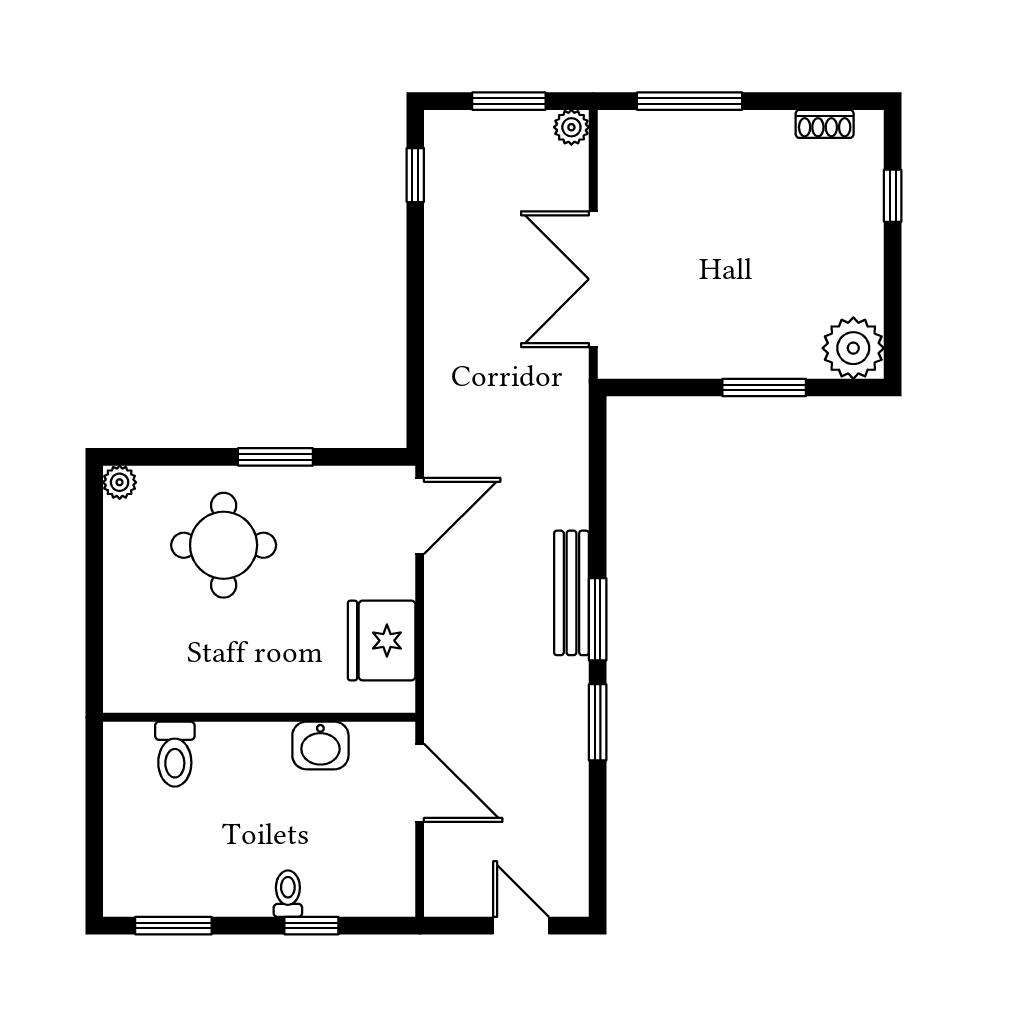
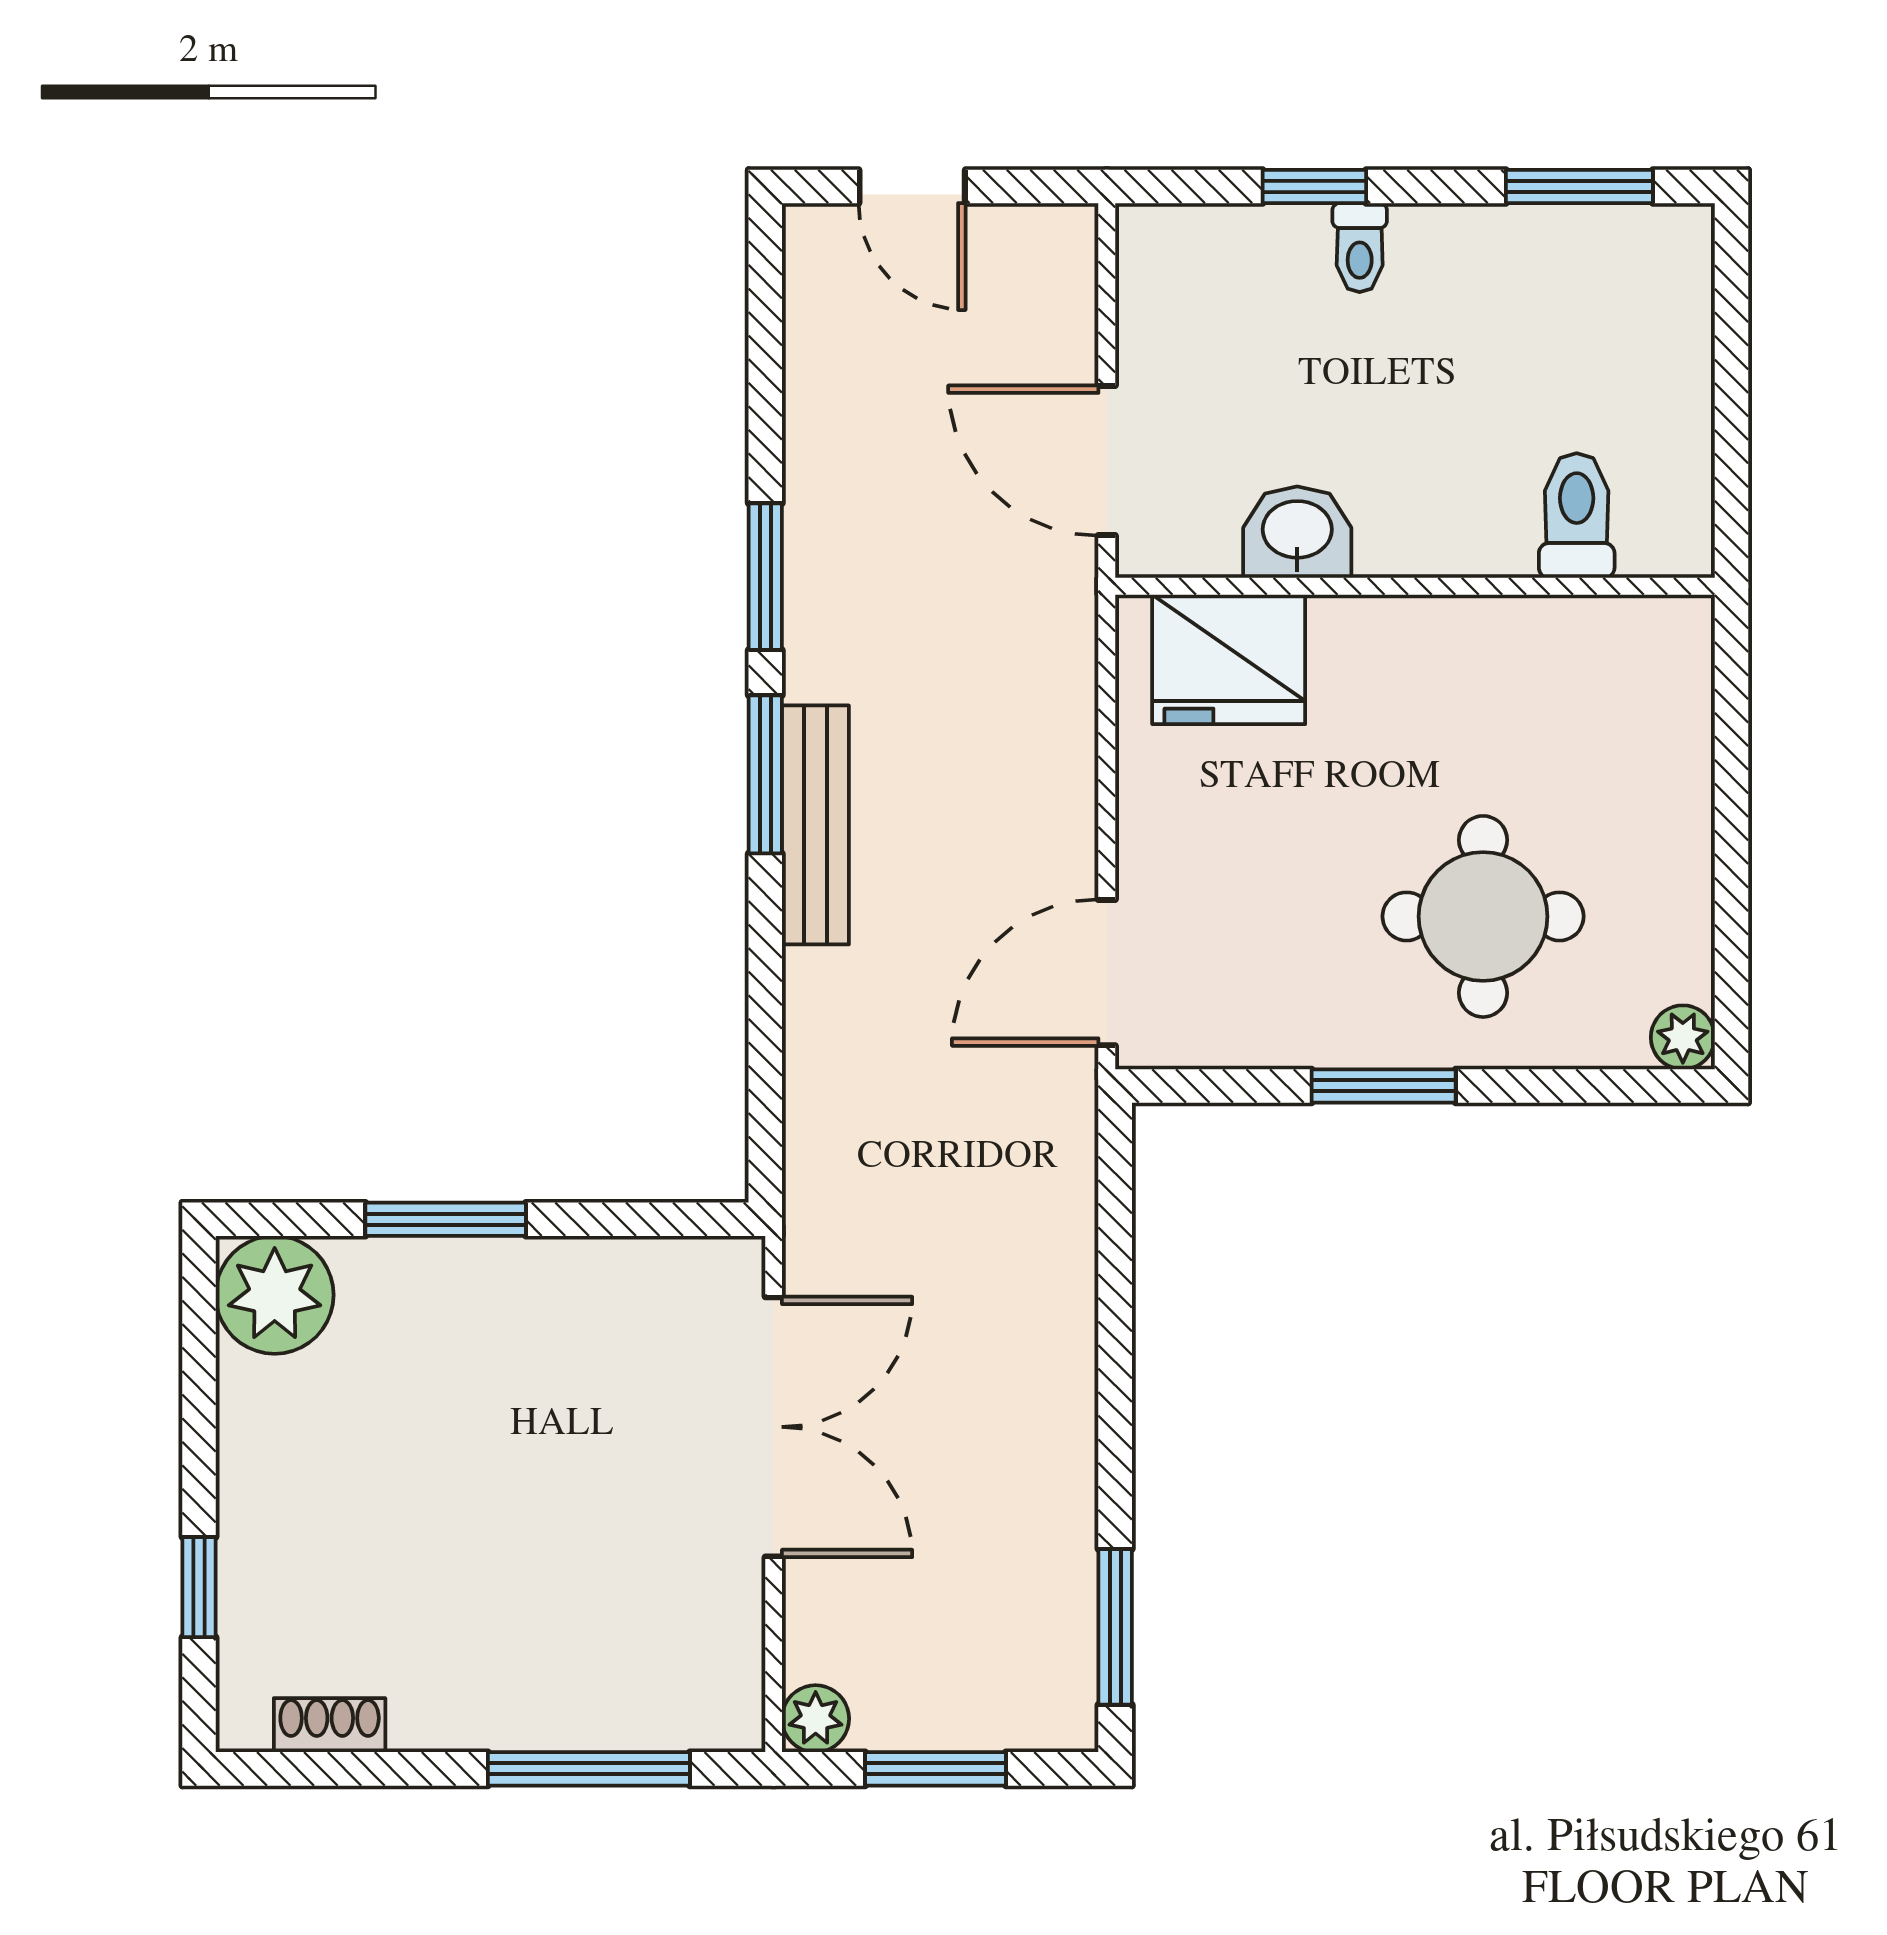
window: (415, 175) -> (1115, 1627), width x1.50
fridge: (382, 641) -> (1229, 659), moved, turned 90

